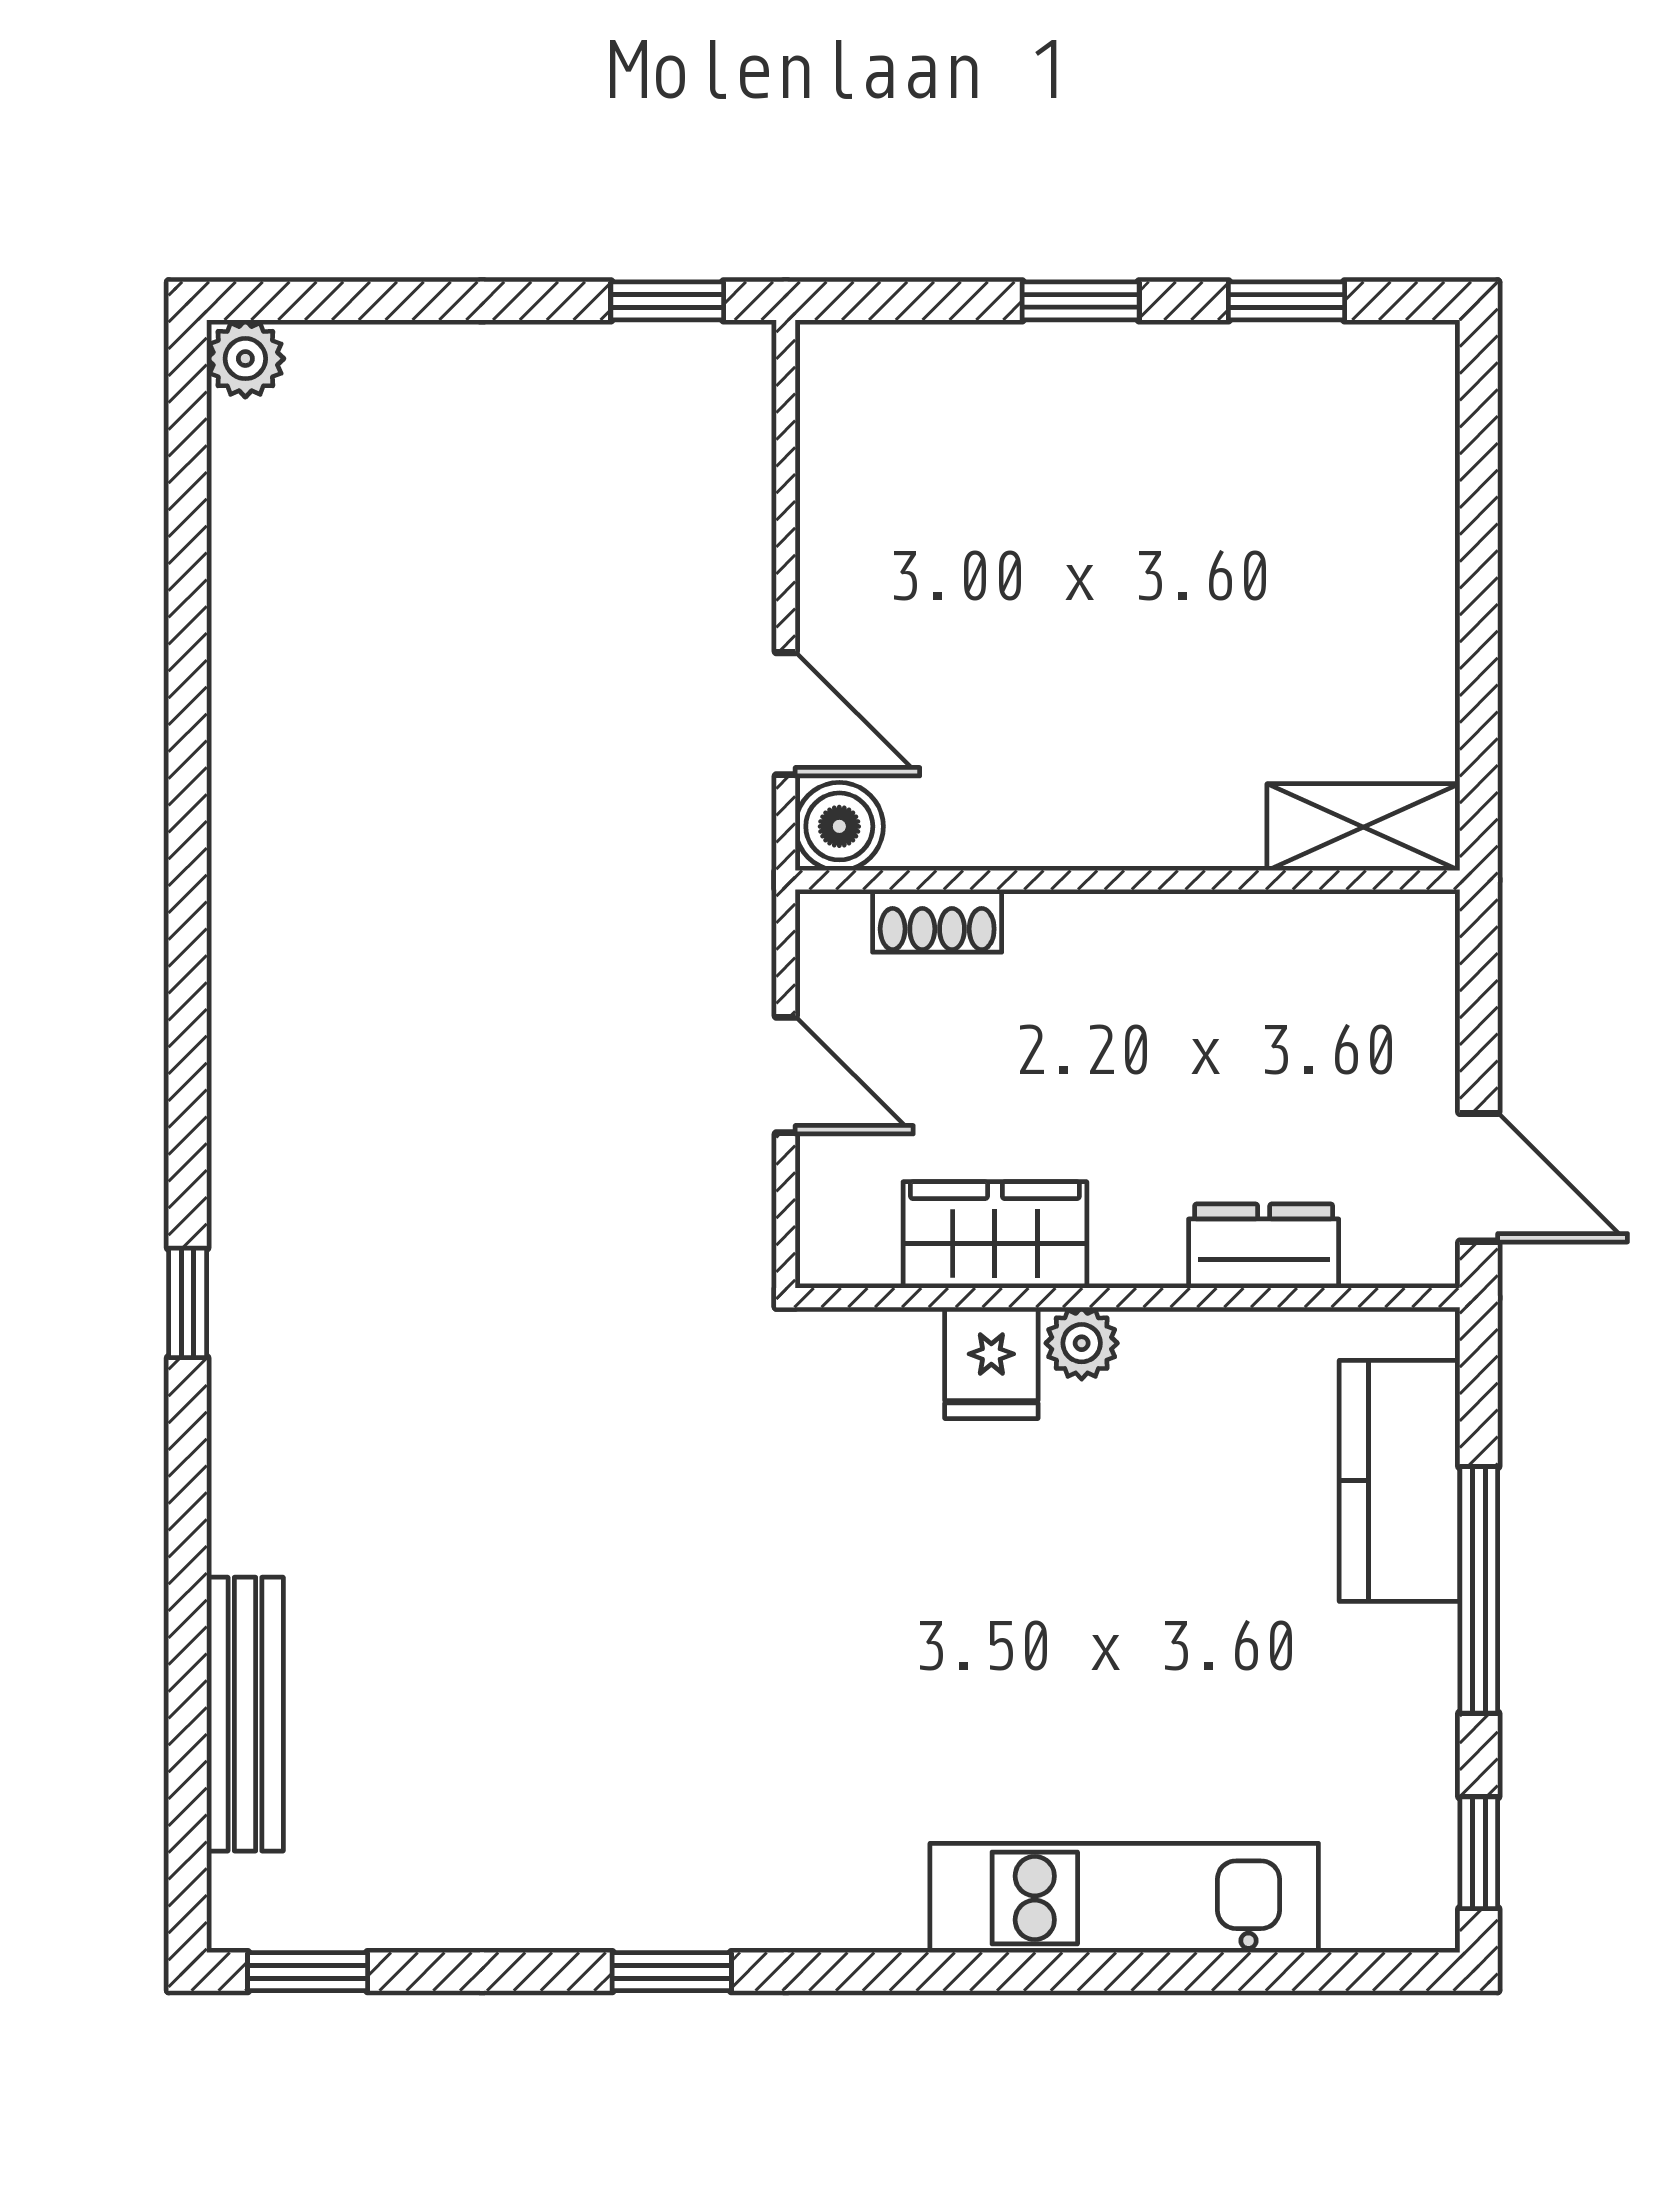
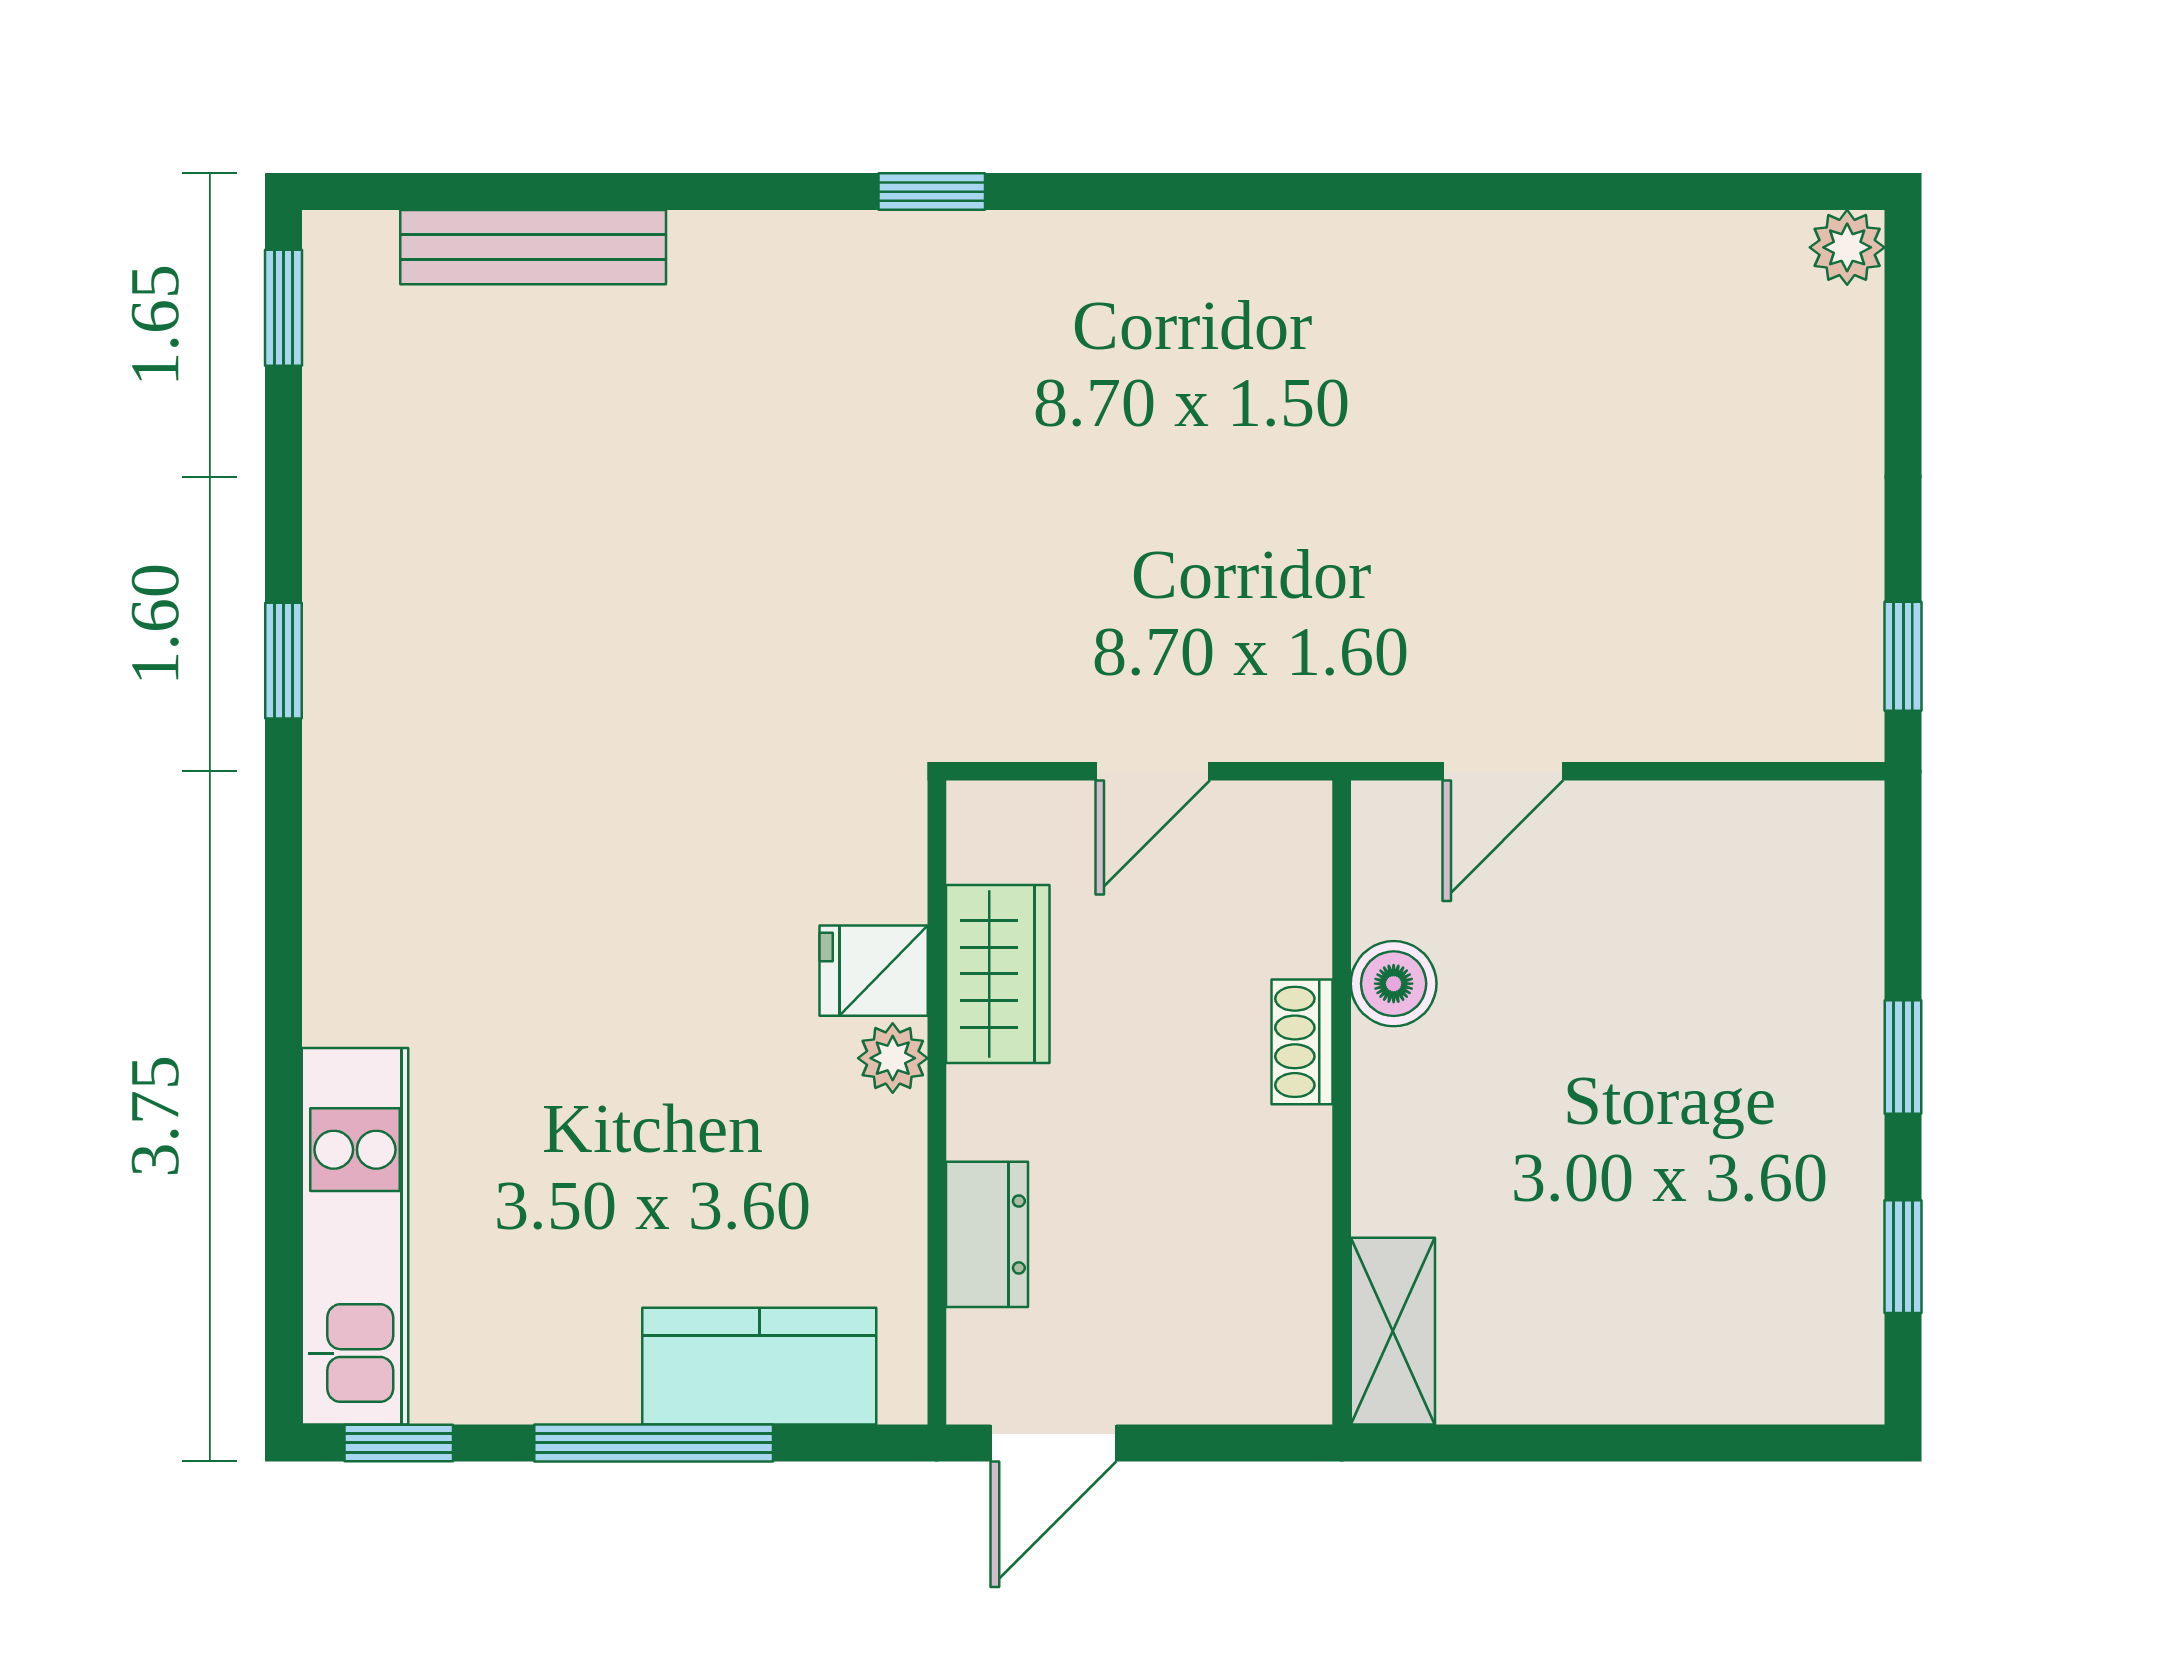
boiler: (839, 826) -> (1394, 984), moved
shoe rack: (937, 921) -> (1302, 1042), moved
kitchen unit: (1124, 1898) -> (355, 1236), moved

